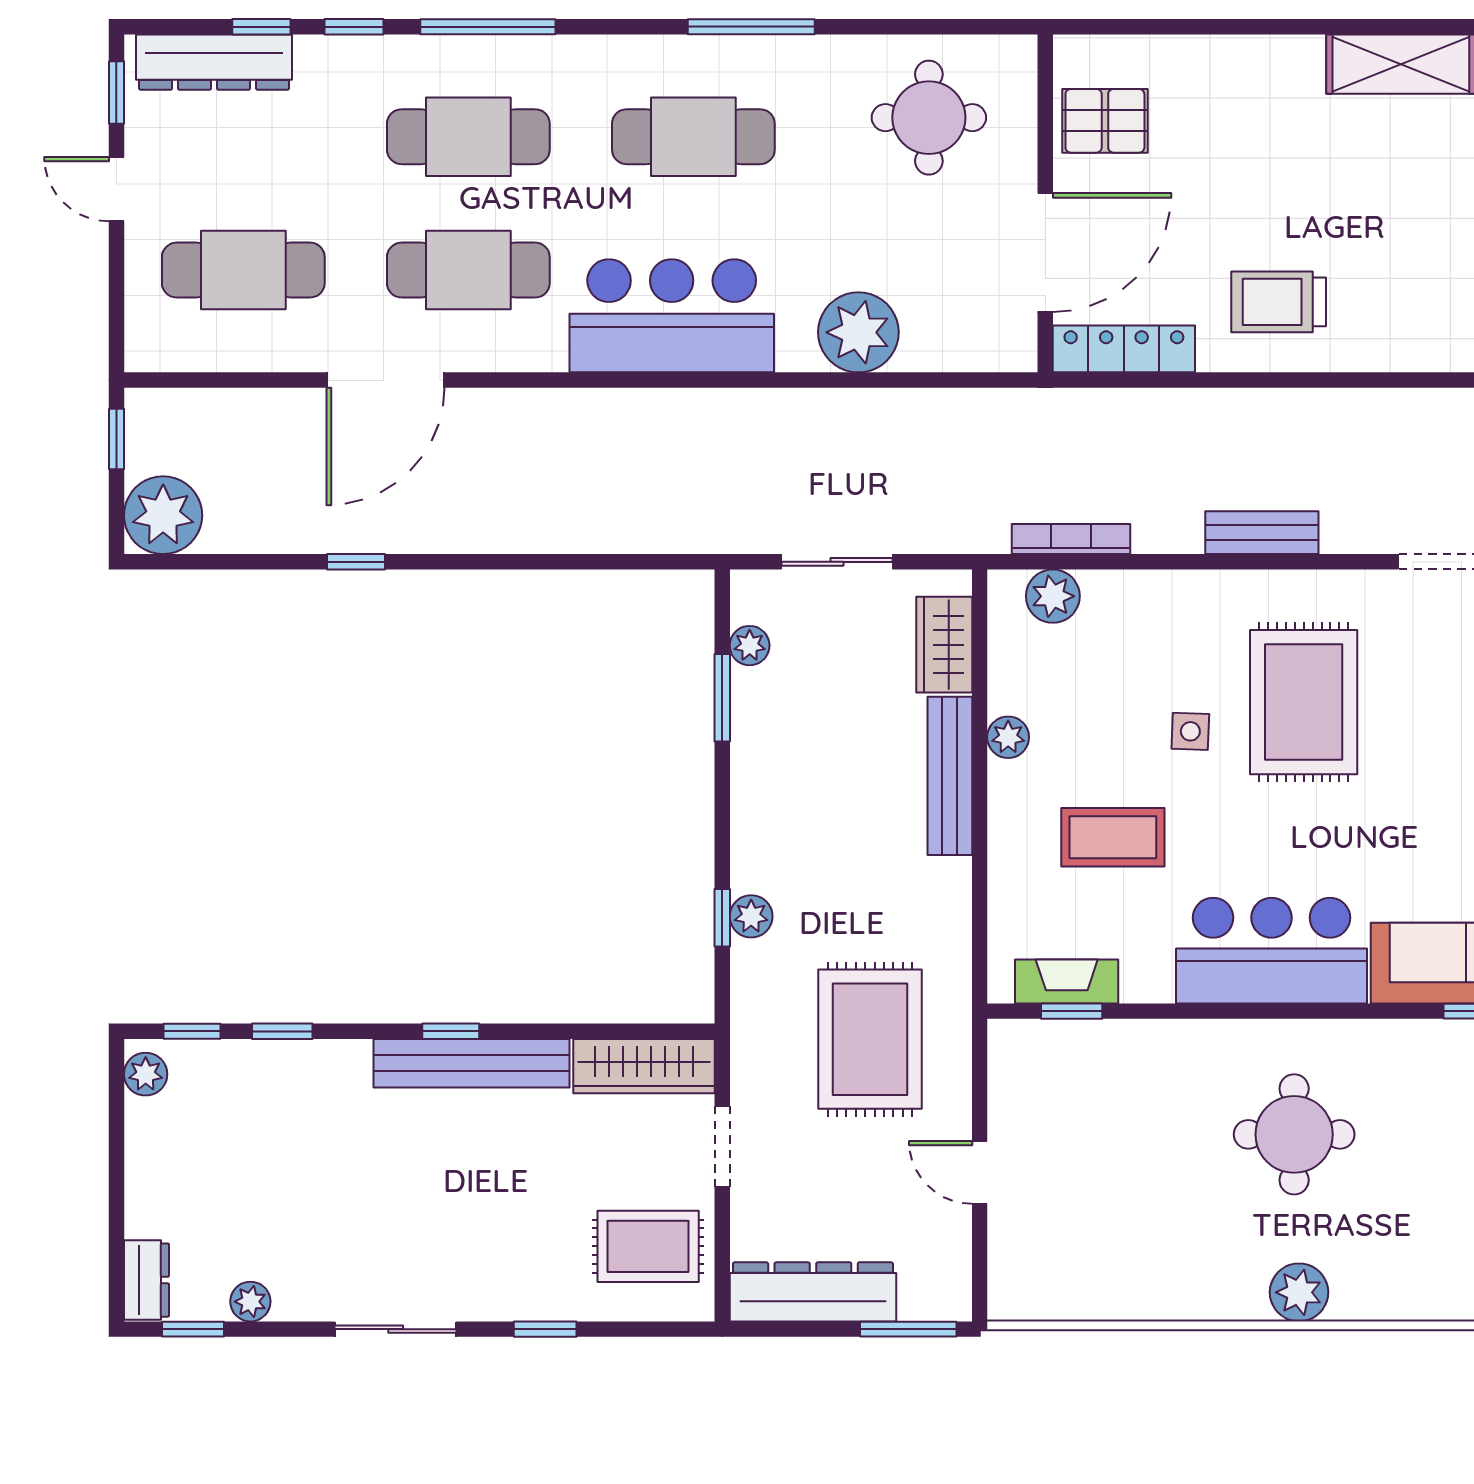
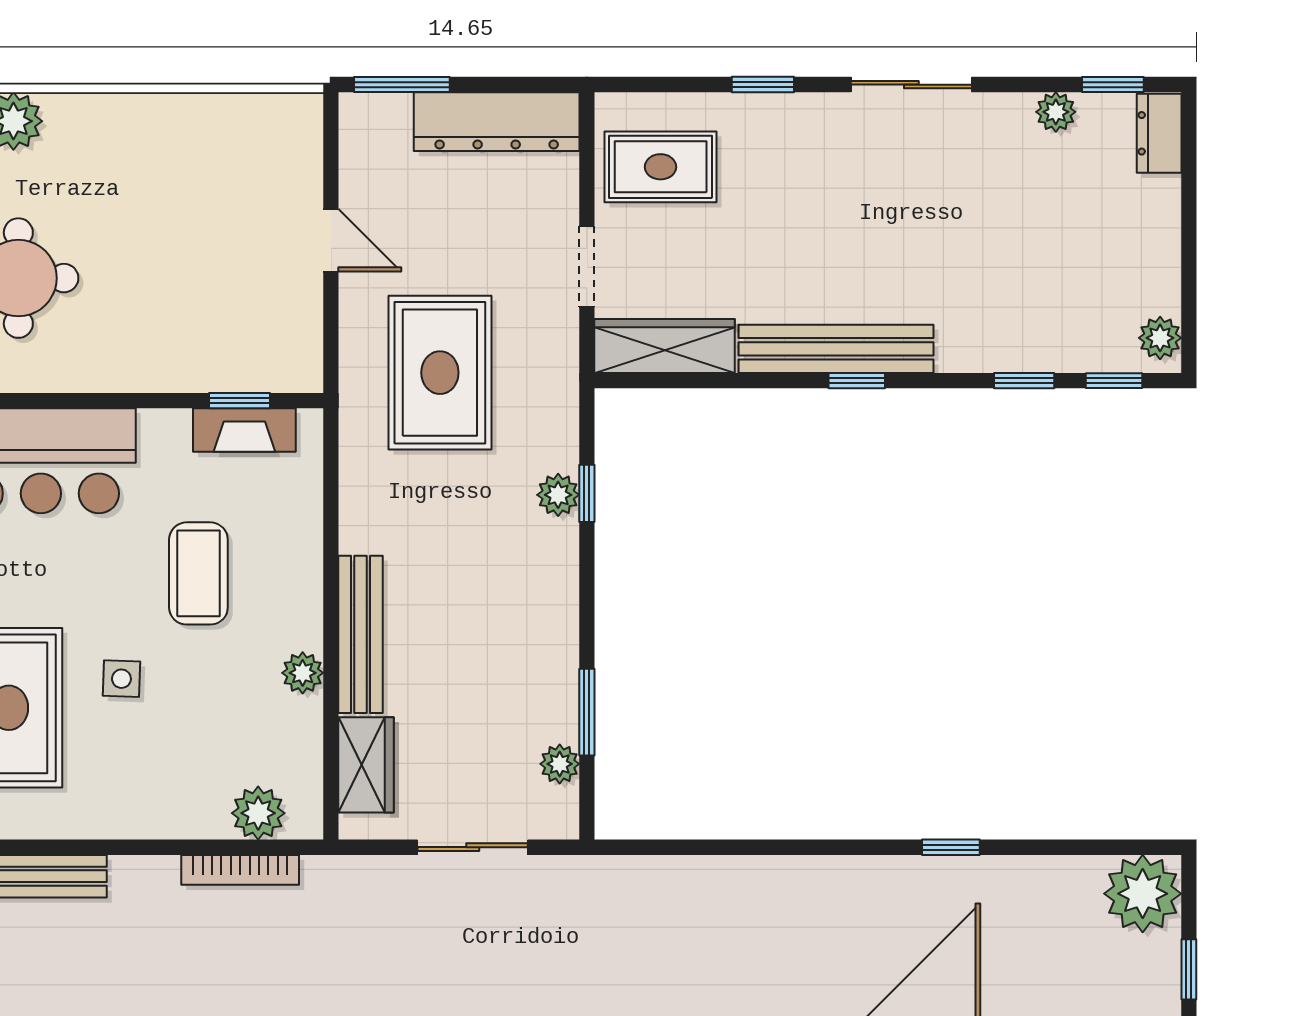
coffee table: (1113, 837) -> (198, 573), turned 90

